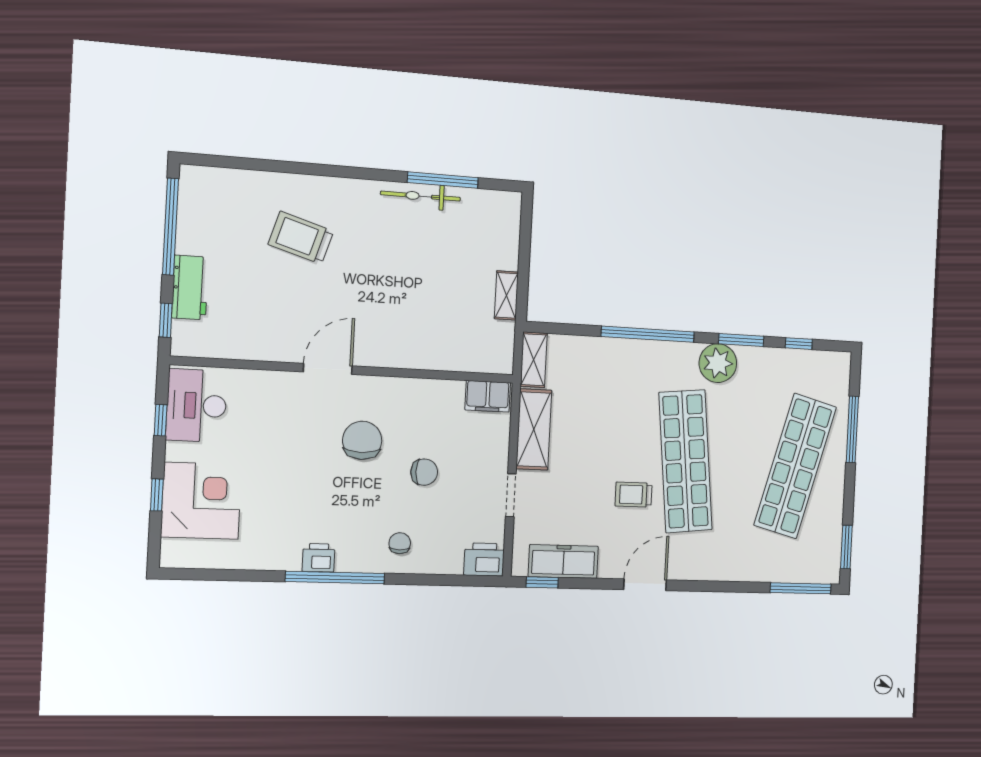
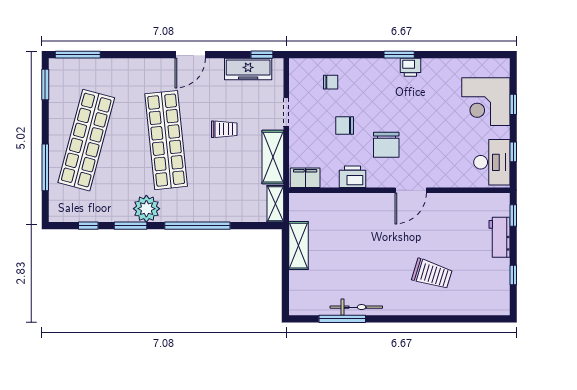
window: (170, 227) -> (513, 275), width x0.32
shelving: (506, 295) -> (298, 246), width x1.50, depth x1.33
trolley: (634, 495) -> (224, 129), moved
chair: (400, 543) -> (331, 82), moved, turned -90
printer: (484, 559) -> (353, 177), moved, turned 180
window: (335, 577) -> (399, 55), width x0.47

